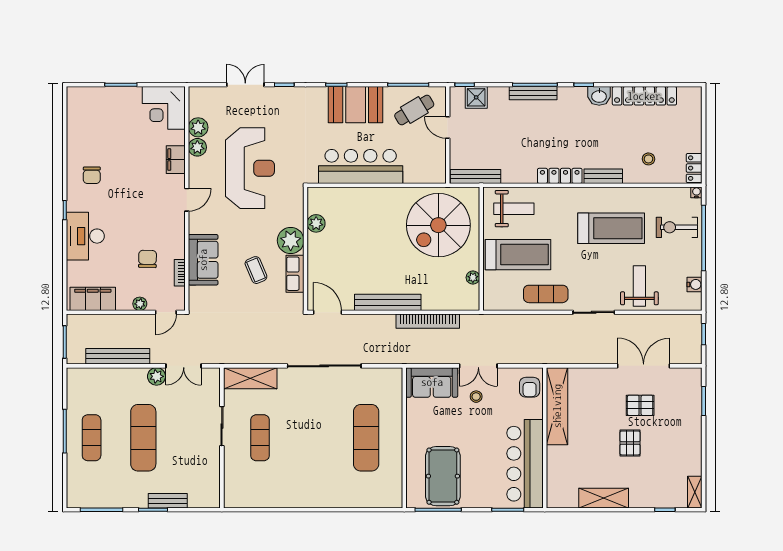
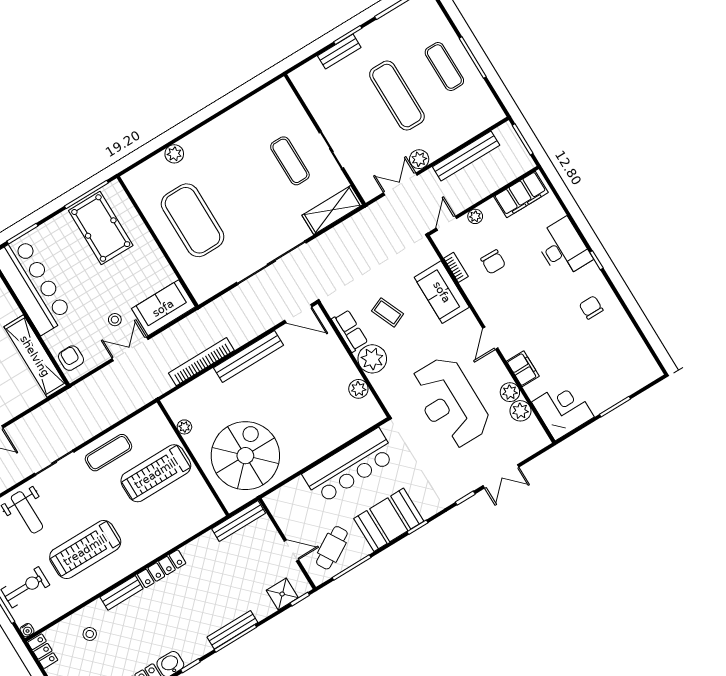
weight bench: (514, 209) -> (185, 513), removed
exercise mat: (366, 438) -> (193, 220), width x1.47
plant: (349, 499) -> (174, 154), added

